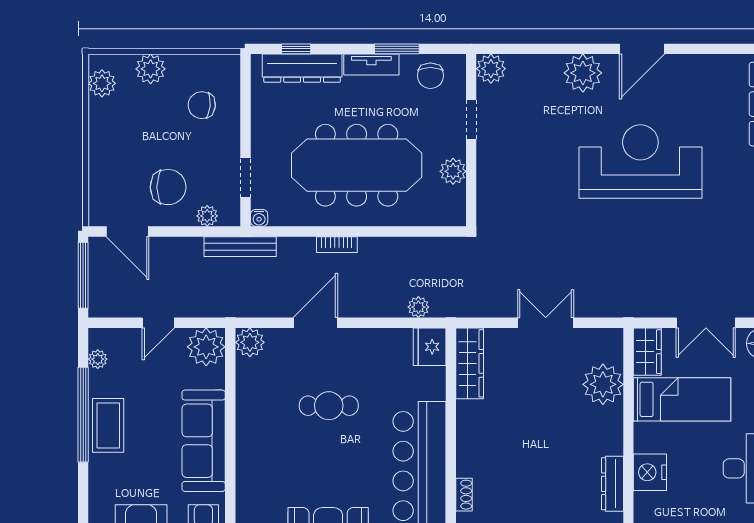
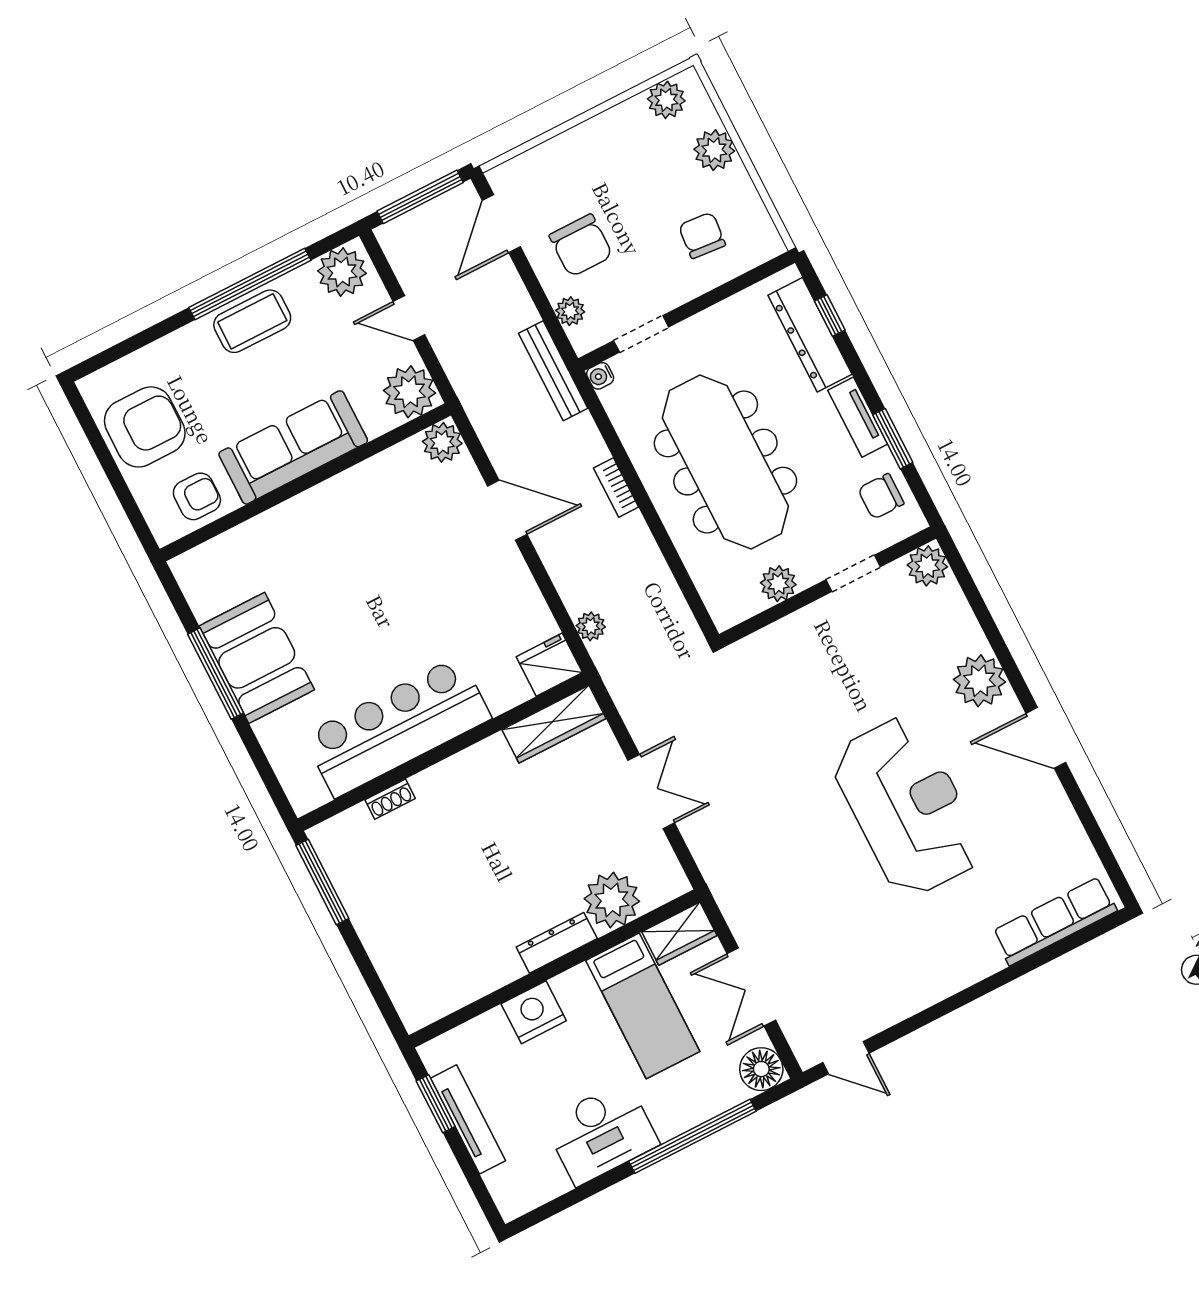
plant: (98, 359) -> (342, 272), width x1.88, depth x1.88
cafe table: (329, 406) -> (414, 578), removed
dresser: (612, 484) -> (557, 943), moved

